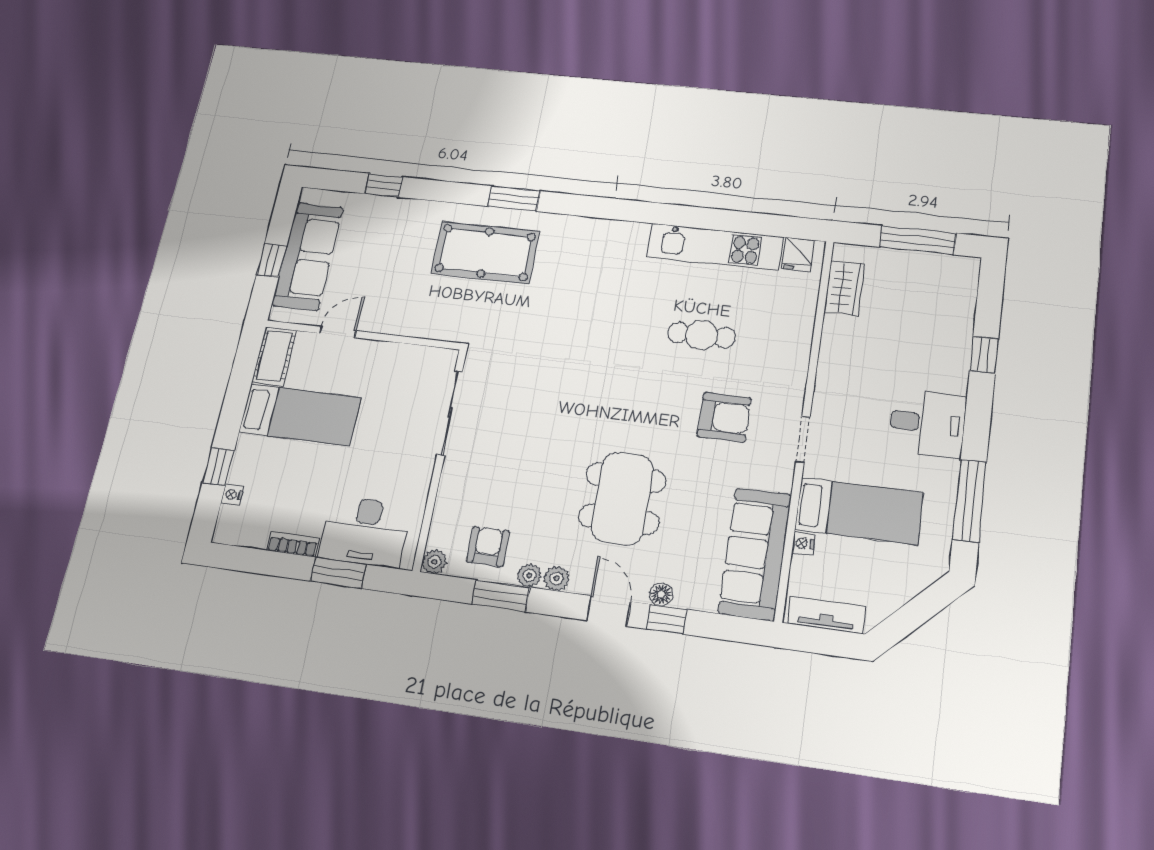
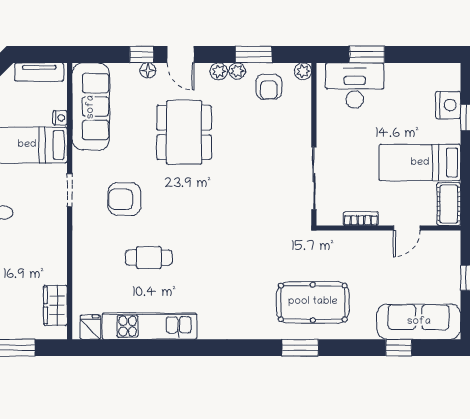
sofa: (308, 256) -> (419, 322), moved, turned 90
nightstand: (232, 495) -> (448, 105), width x1.89, depth x1.79
bookcase: (293, 544) -> (361, 219), moved, turned 180

